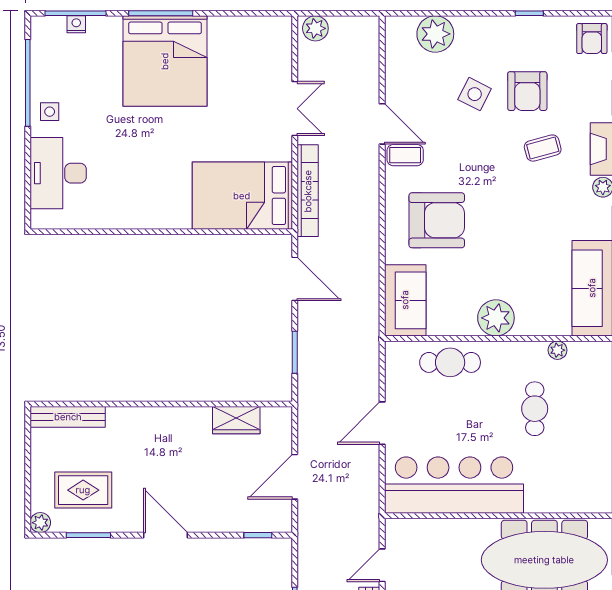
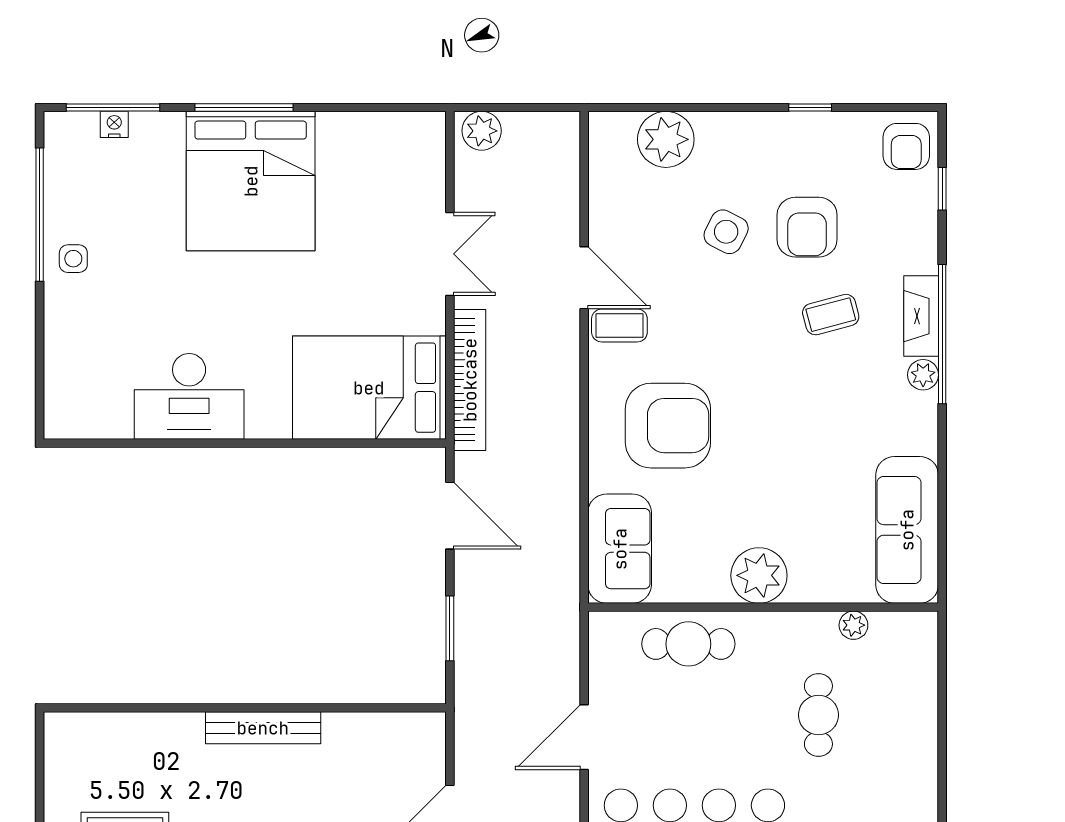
desk: (58, 173) -> (189, 396), moved, turned -90
bench: (68, 417) -> (263, 728), moved
wardrobe: (236, 420) -> (360, 733), removed

